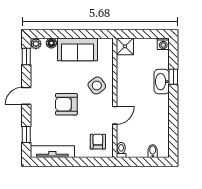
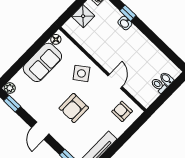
floor lamp: (51, 43) -> (56, 39), moved
shower: (125, 46) -> (83, 16), moved
washbasin: (162, 82) -> (125, 23), width x0.52, depth x0.69
toilet: (121, 150) -> (159, 85), moved

